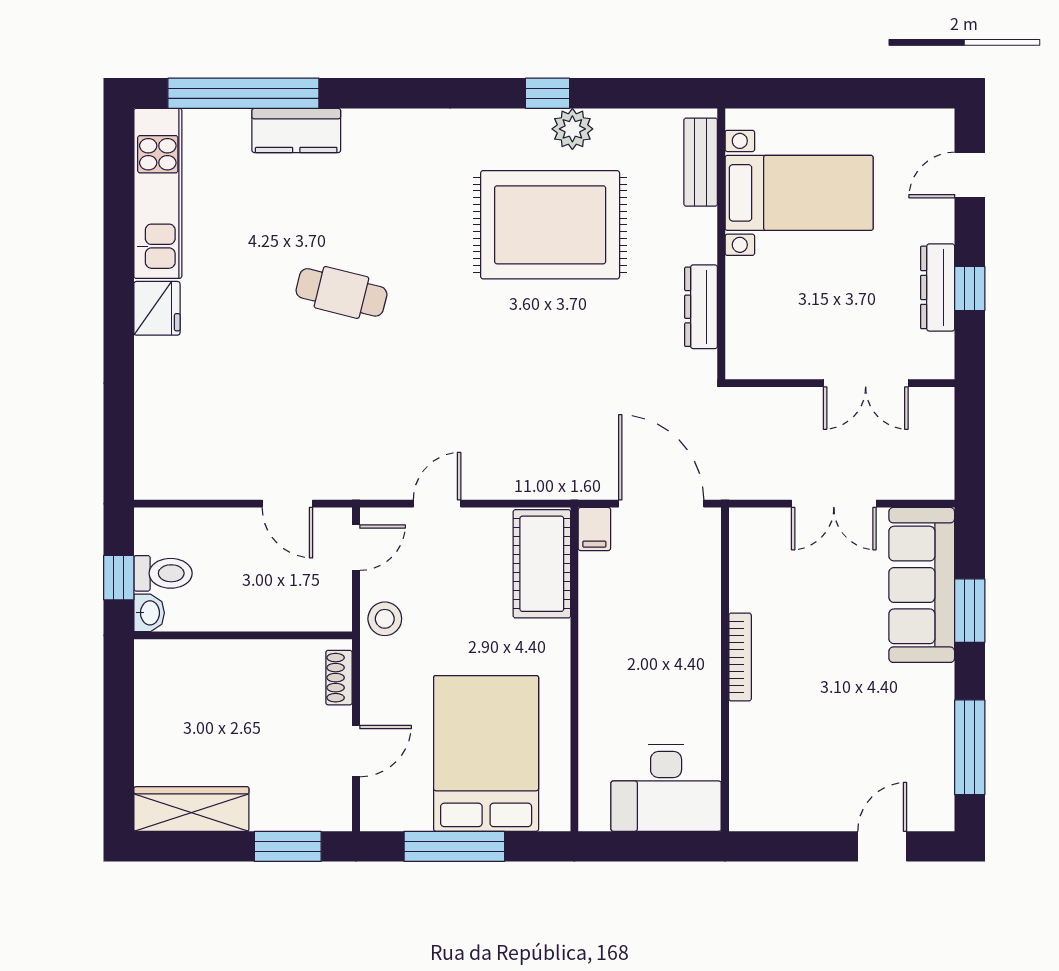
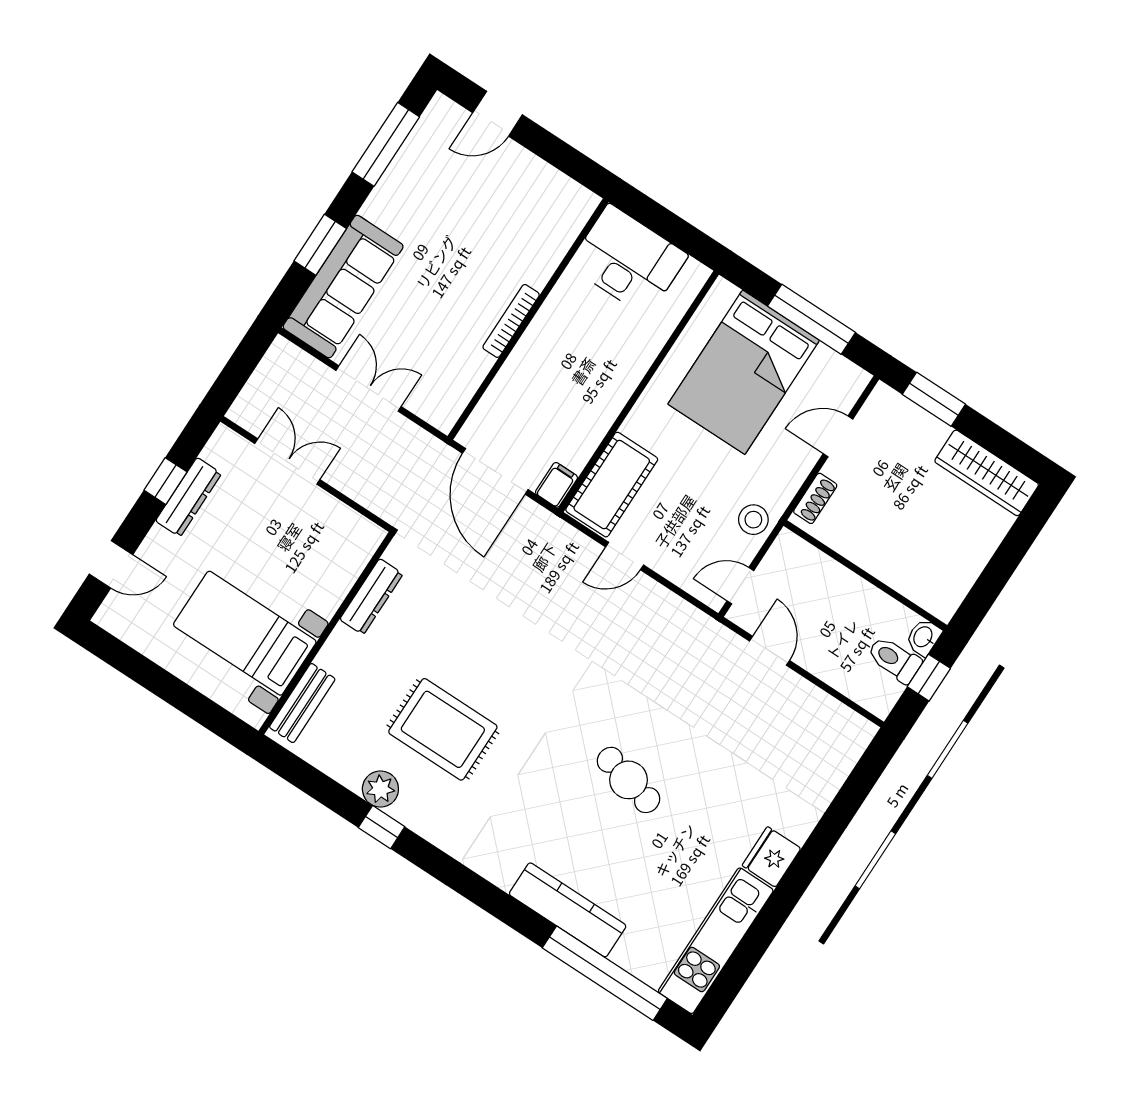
kitchen counter: (296, 130) -> (568, 910), width x1.50
rug: (550, 225) -> (443, 729), width x0.73, depth x0.69
door: (437, 504) -> (625, 556), moved

